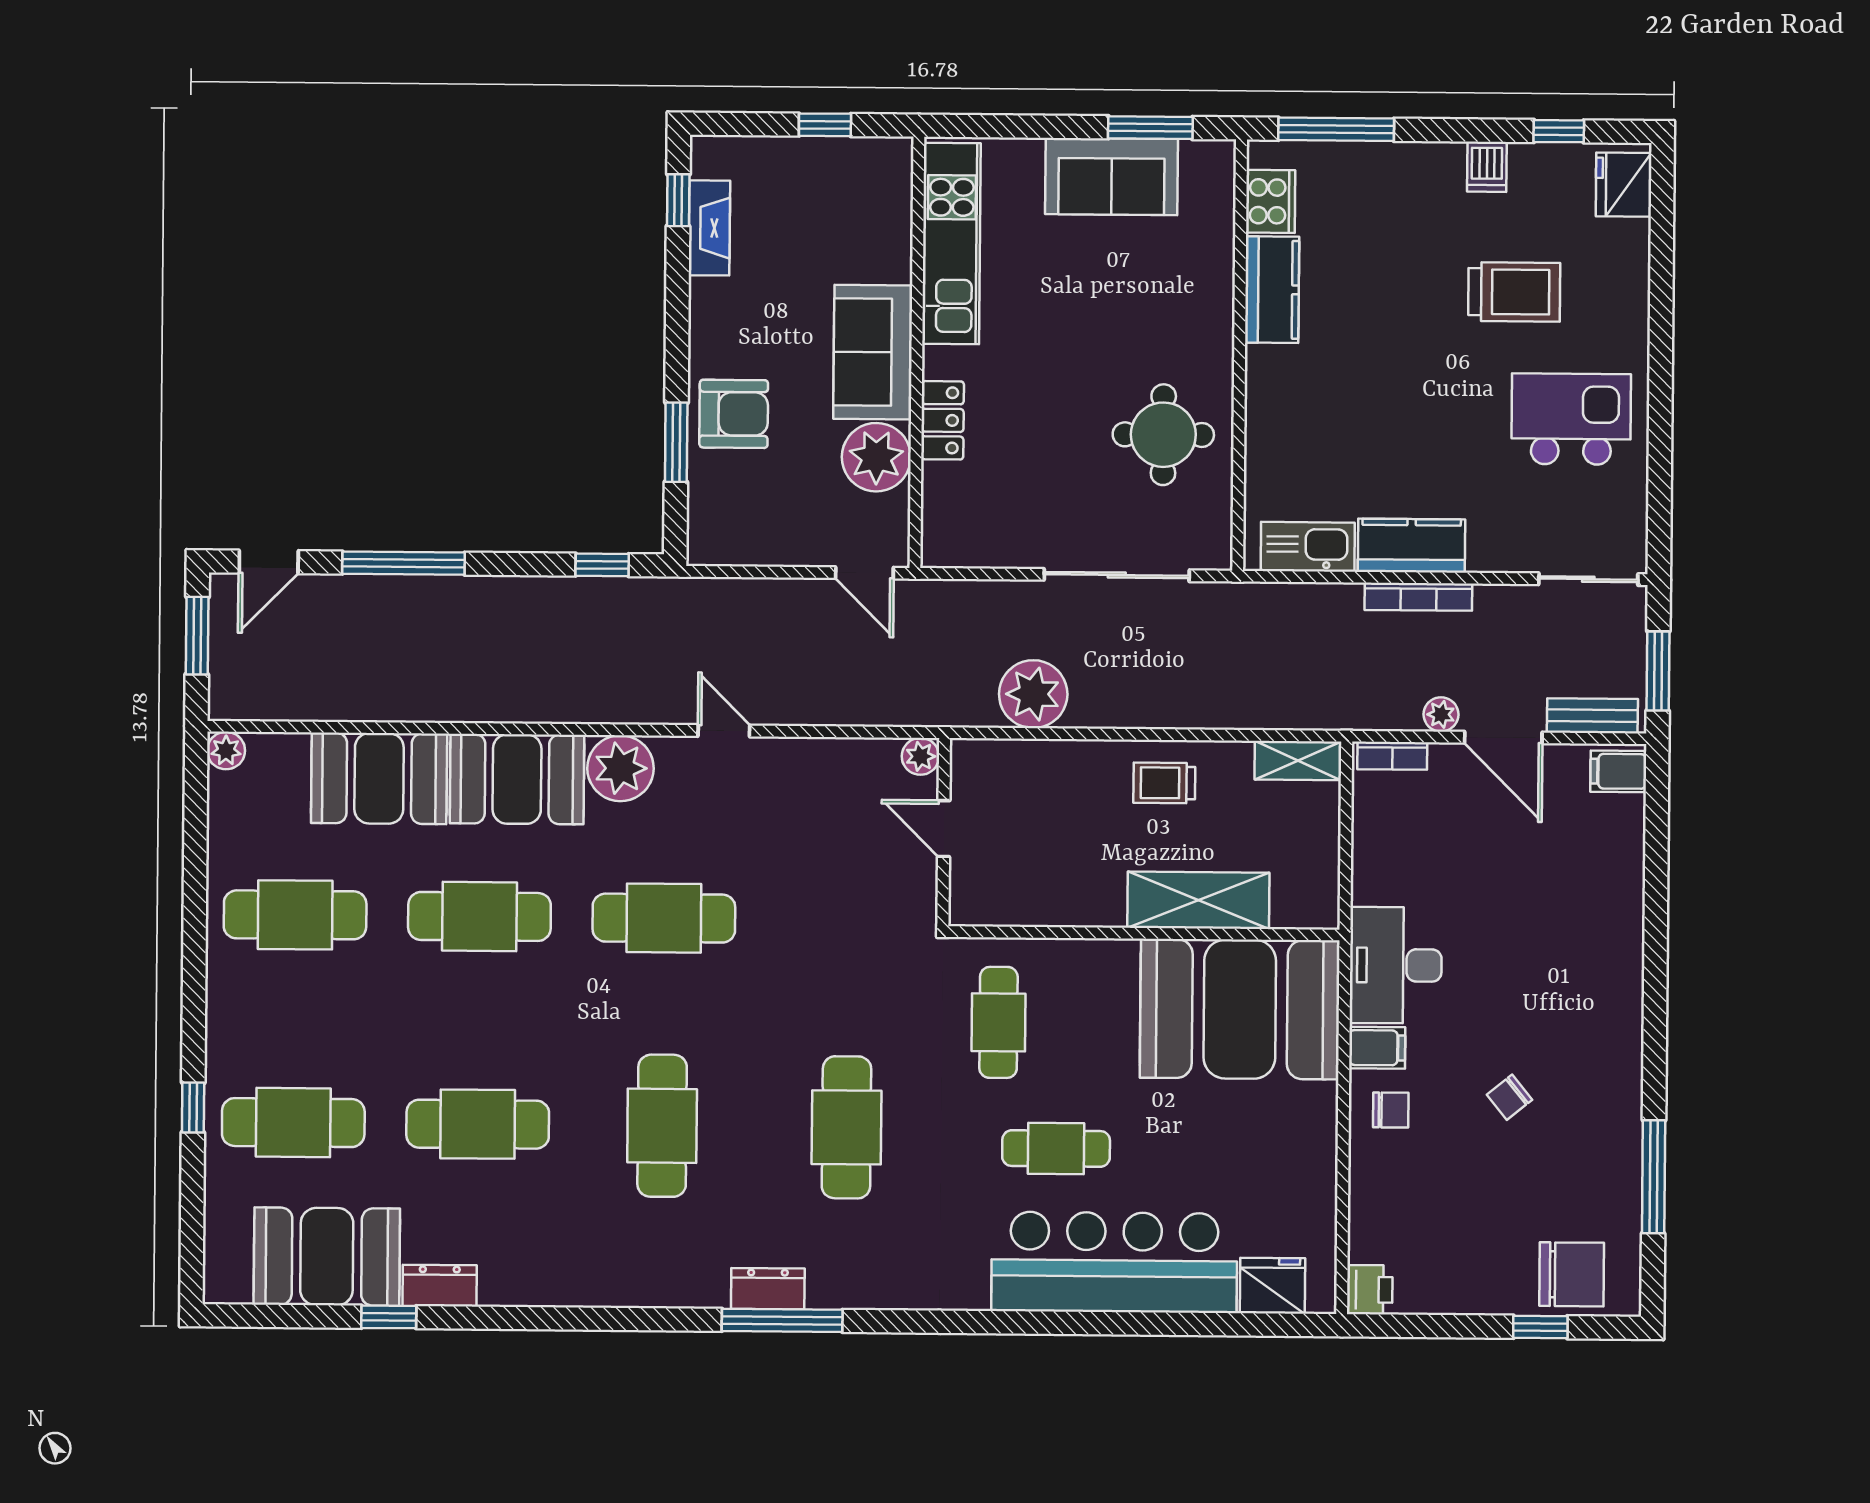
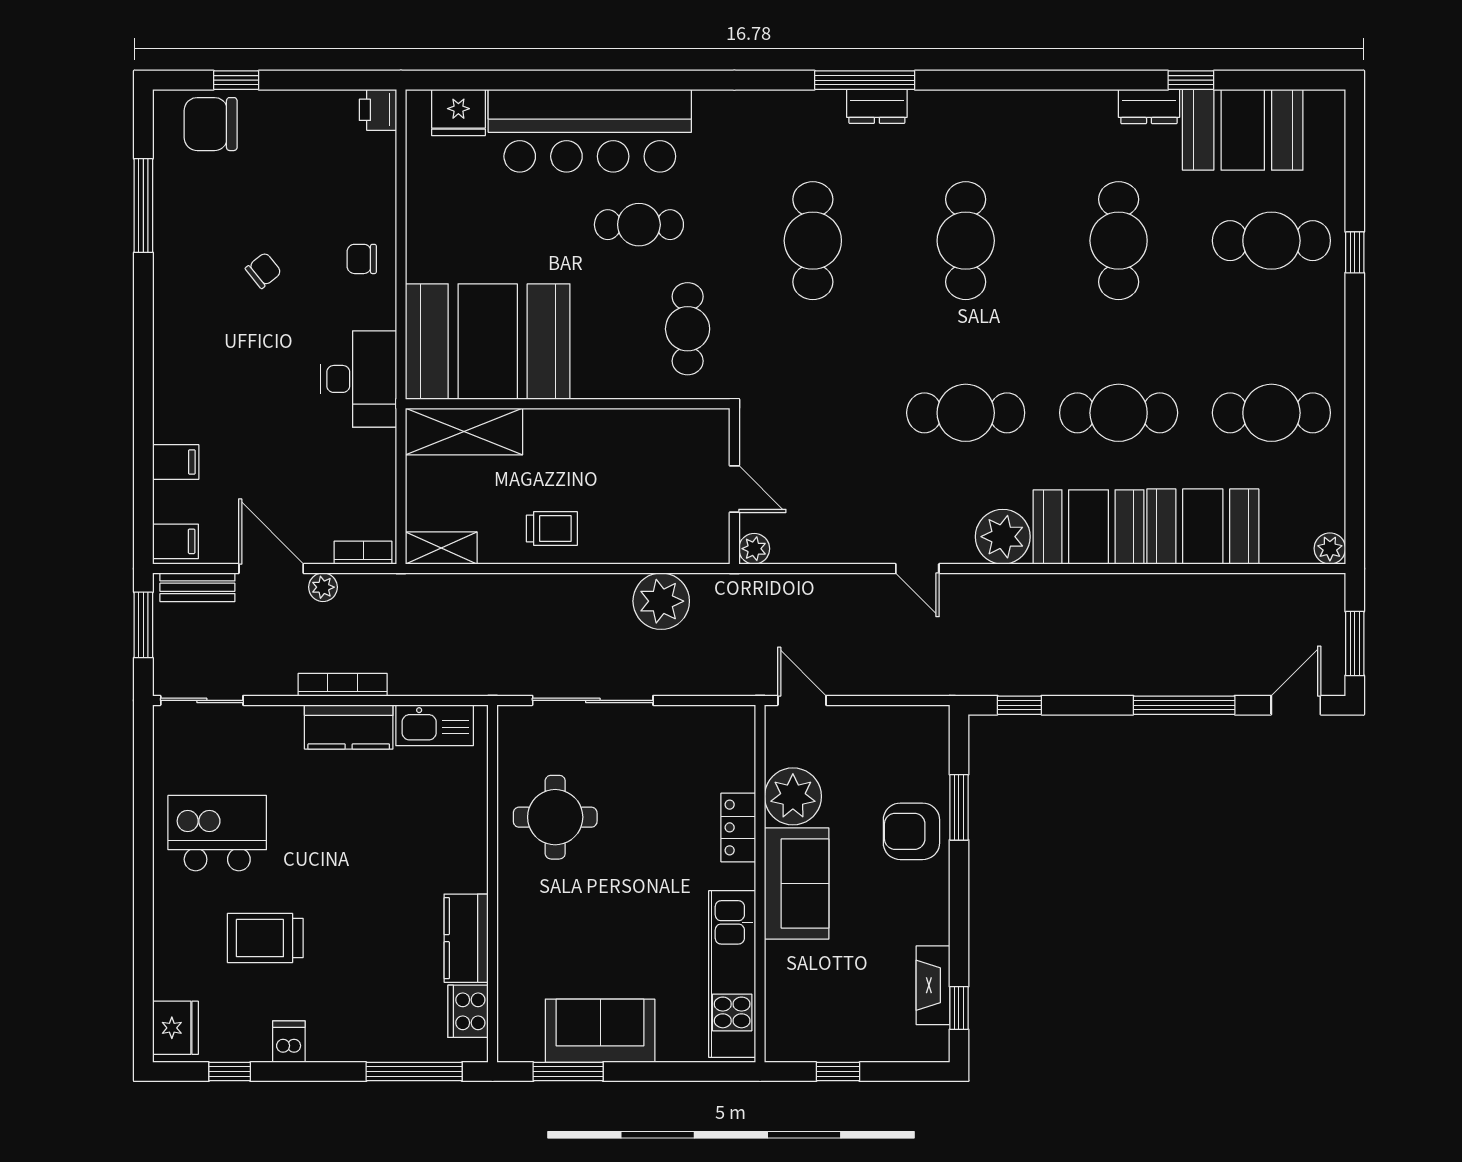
kitchen island: (1571, 419) -> (217, 833), turned 180
shelving: (1198, 900) -> (464, 431), moved
filing cabinet: (1377, 1048) -> (176, 462), moved, turned 180
cafe table: (478, 1124) -> (1119, 241), turned 90

